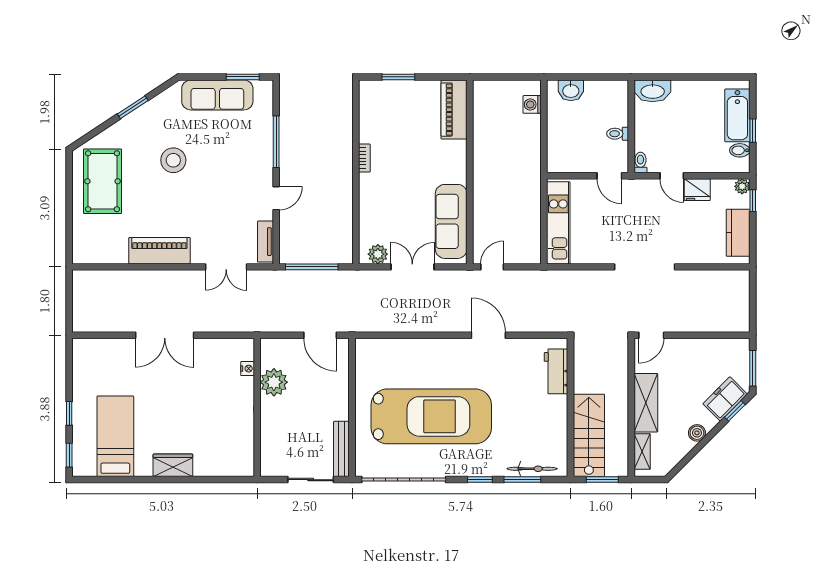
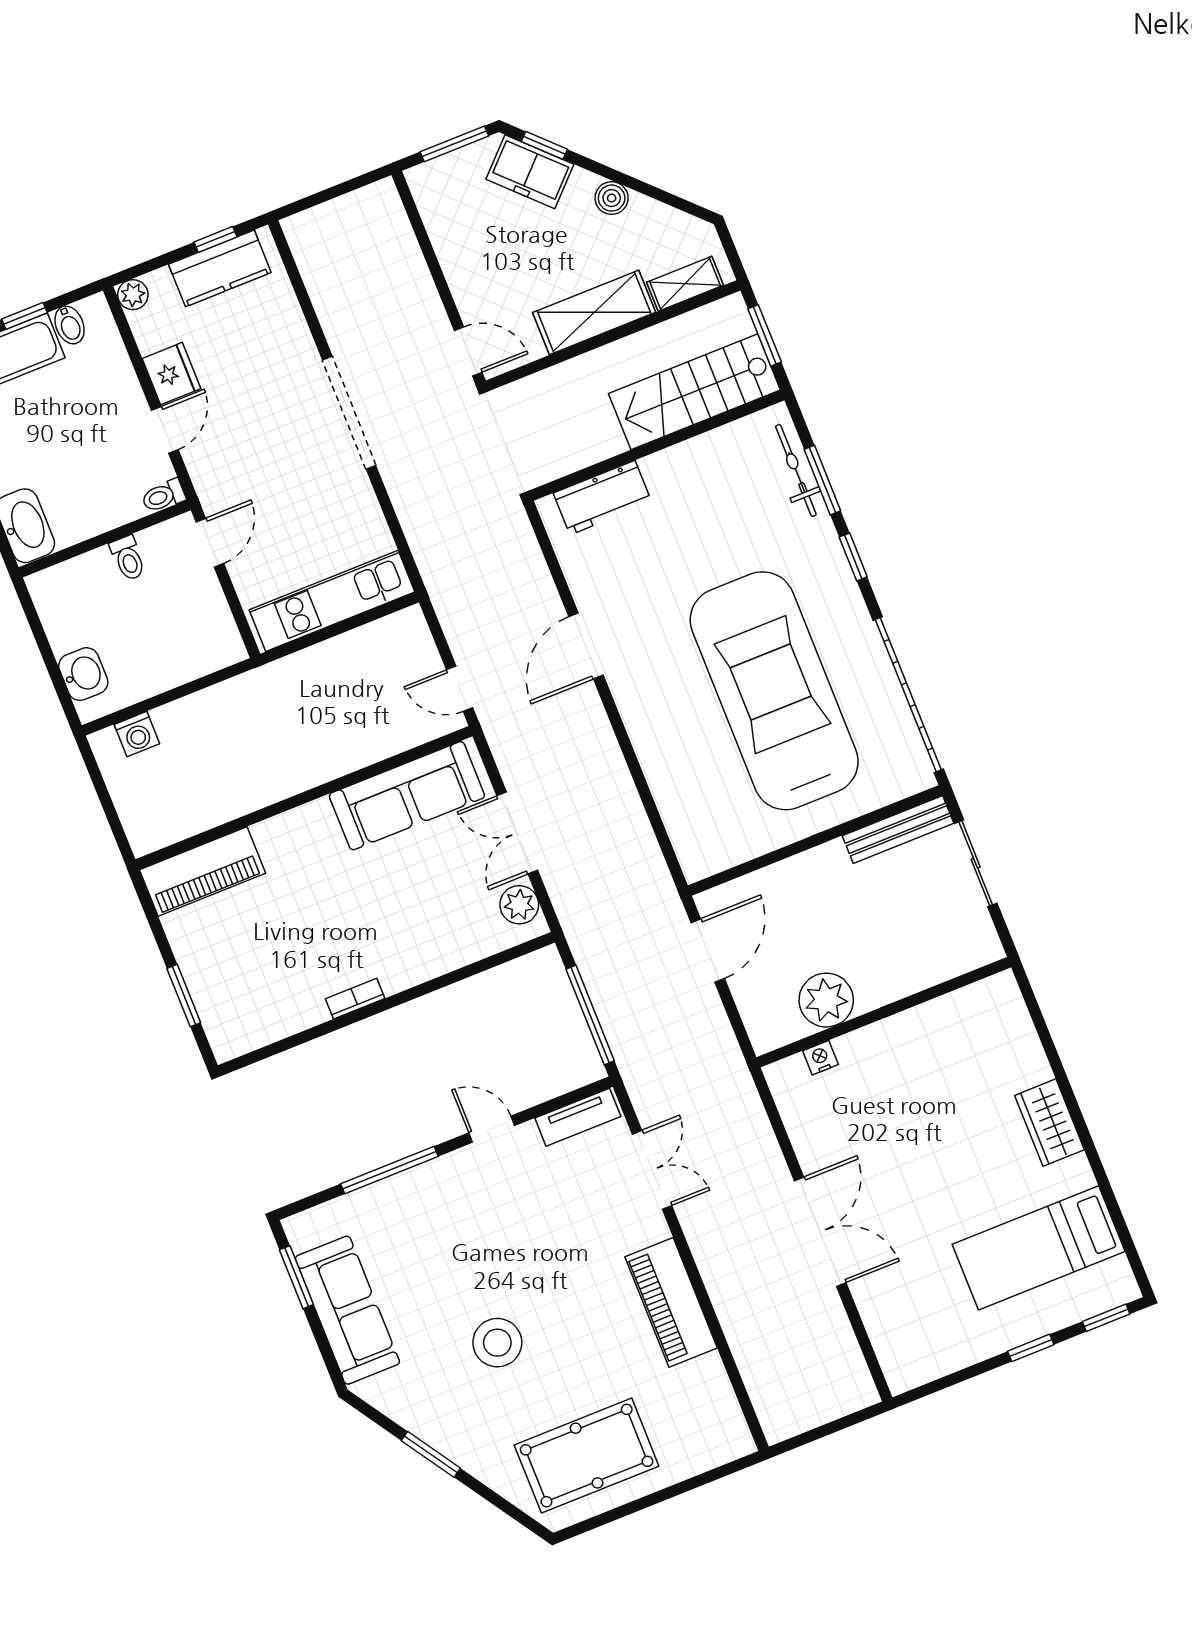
window: (753, 201) -> (215, 239), moved

